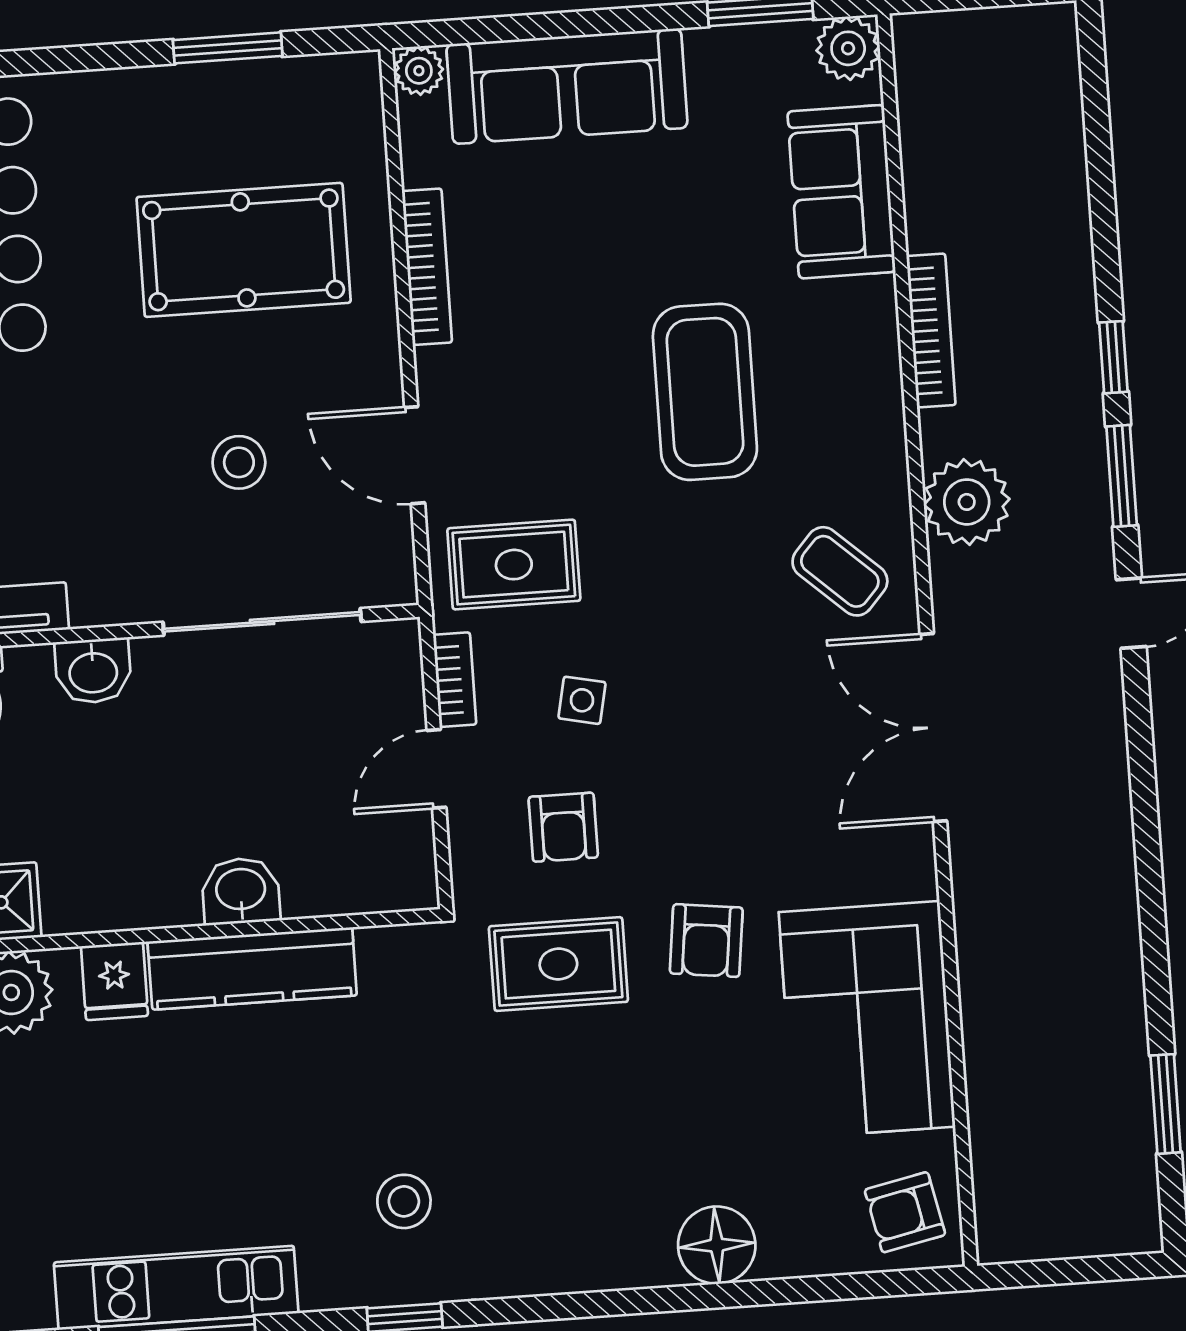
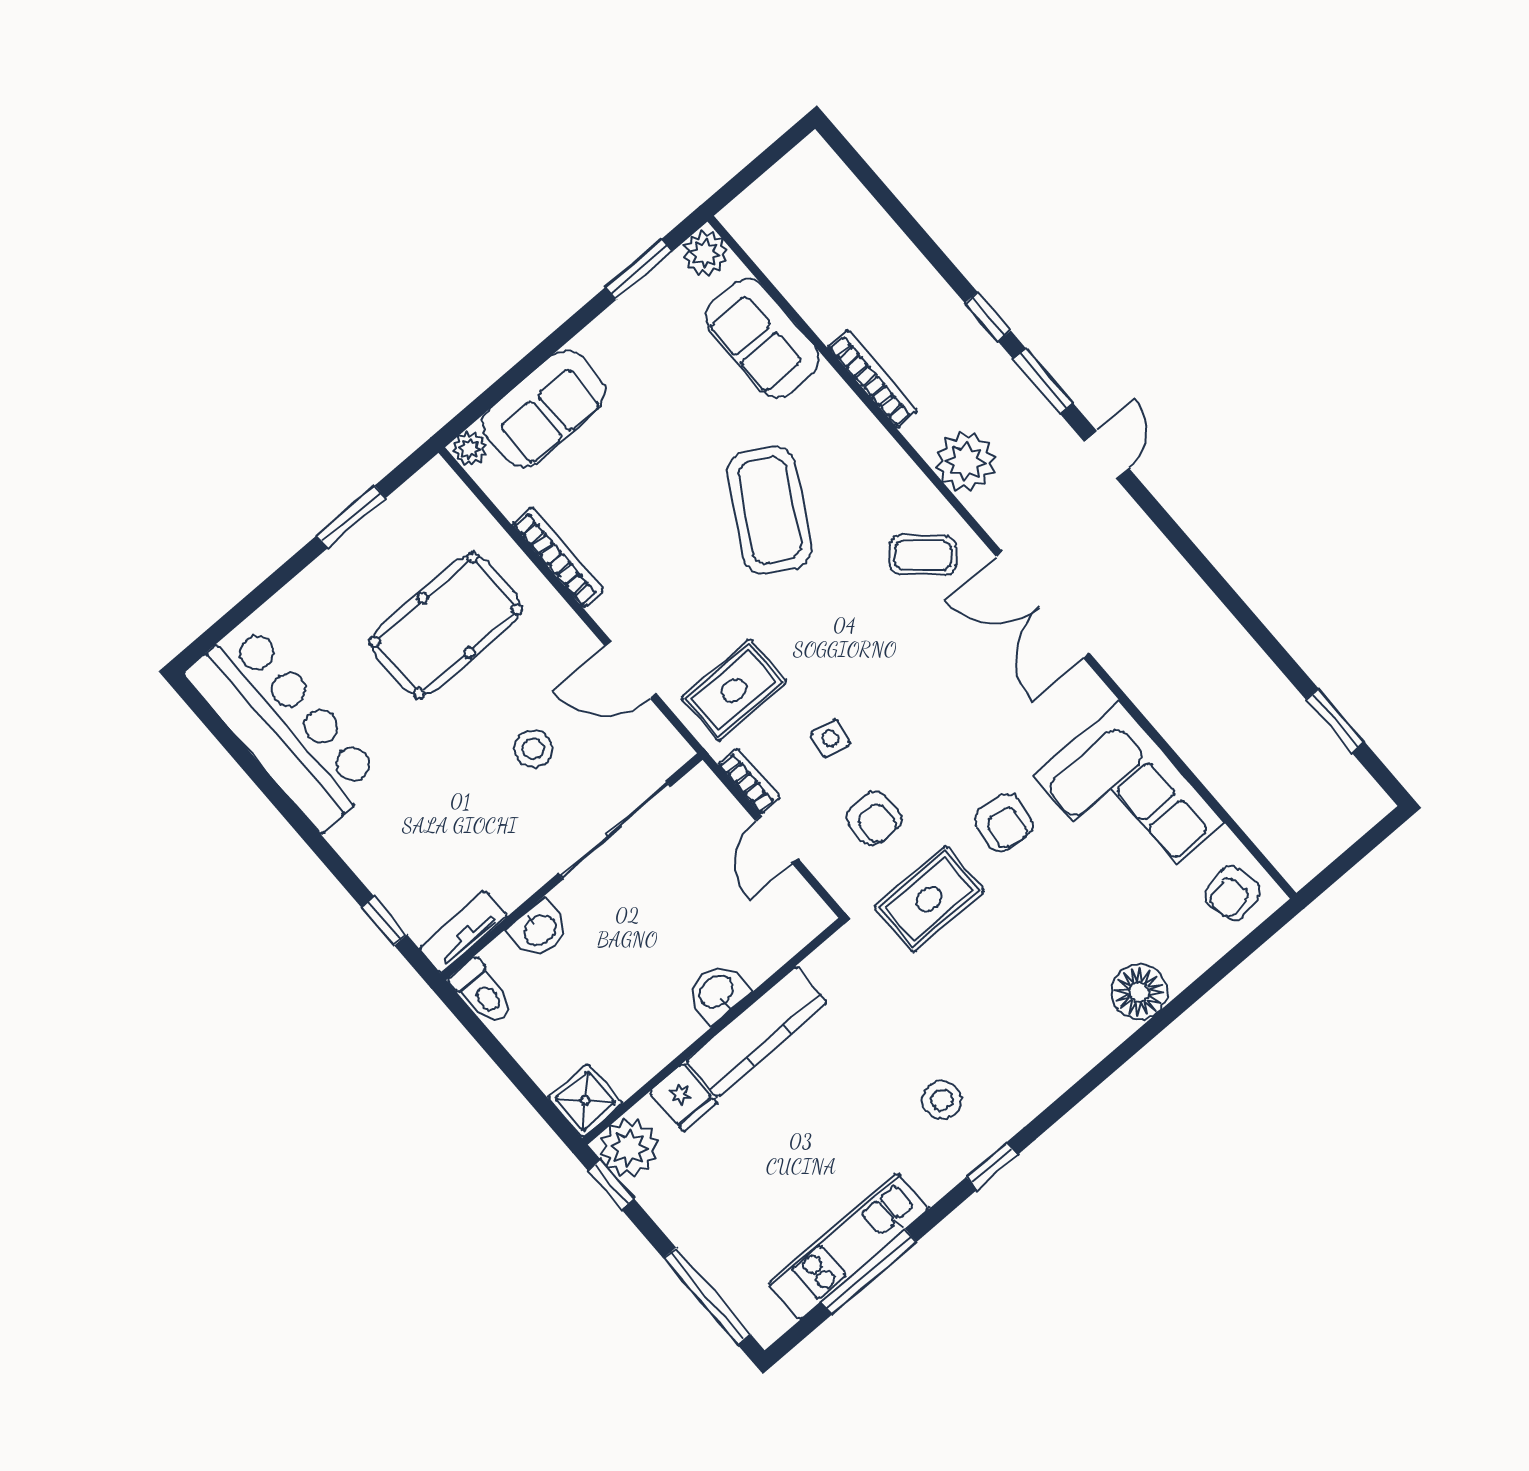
sofa: (567, 86) -> (544, 409), width x0.73
coffee table: (705, 392) -> (769, 510), turned 30

